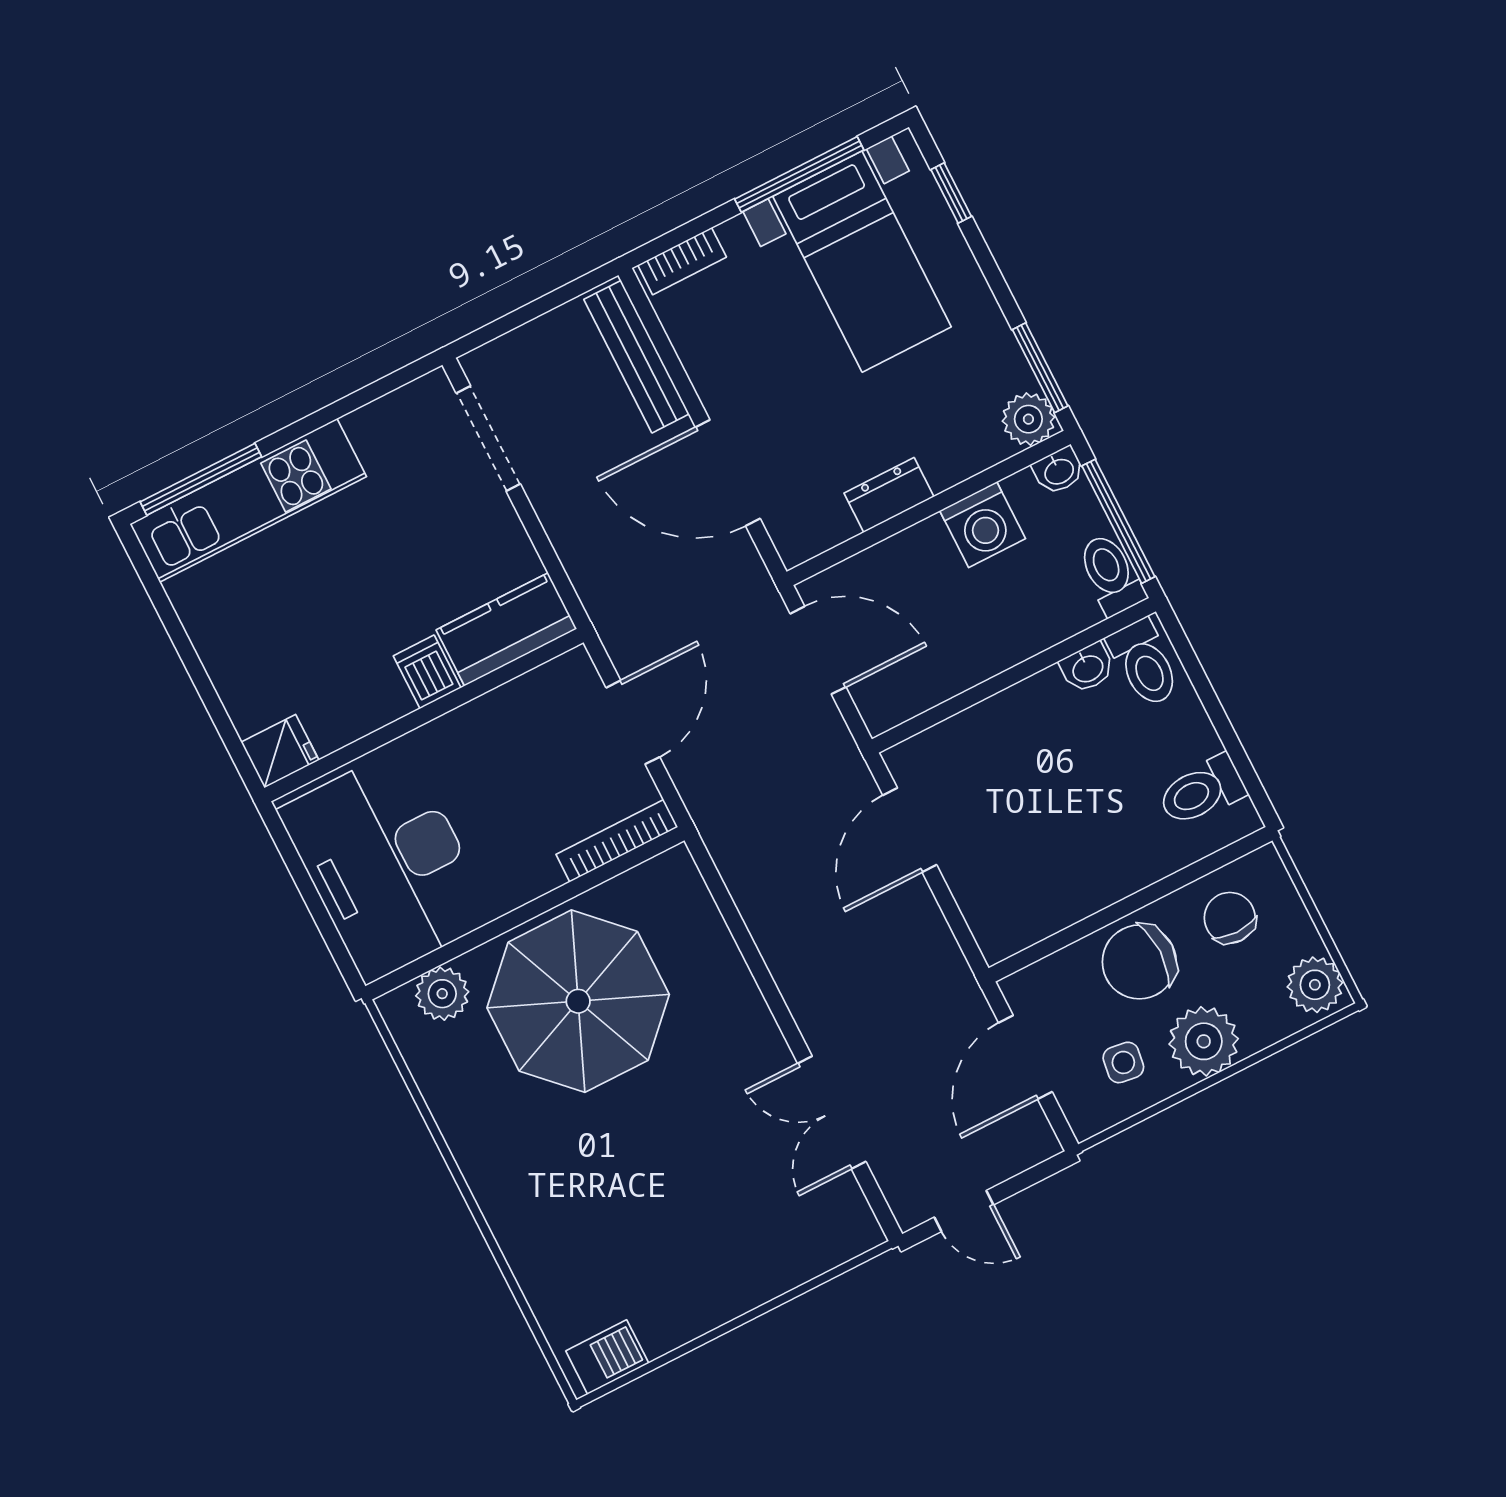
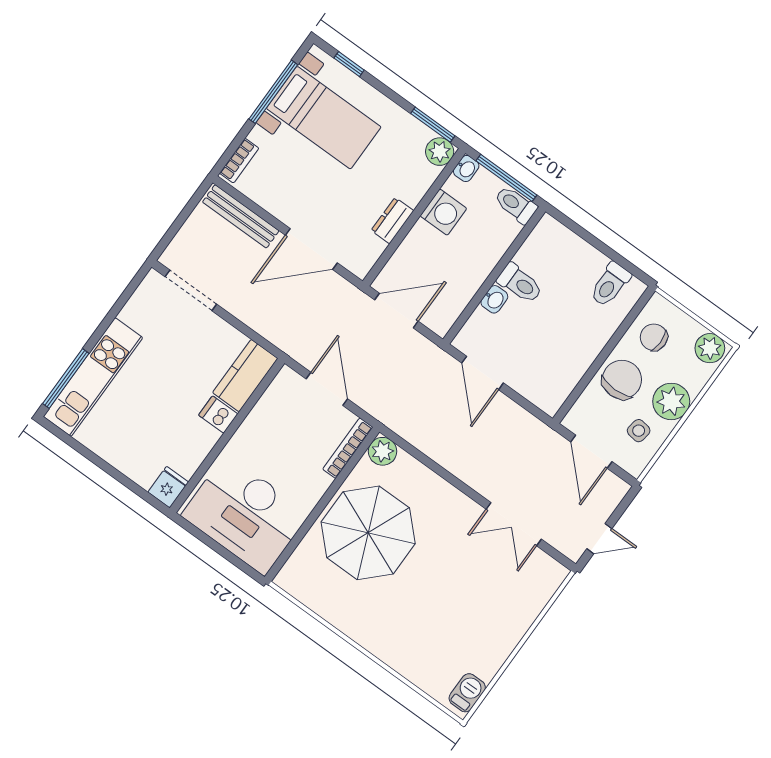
toilet: (1144, 663) -> (520, 283), moved
washbasin: (1087, 668) -> (494, 299), moved
chair: (1139, 962) -> (622, 380), turned 180
plant: (442, 994) -> (383, 451), moved

